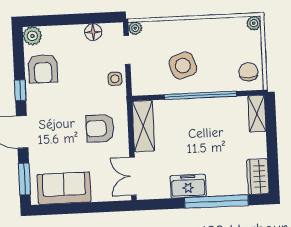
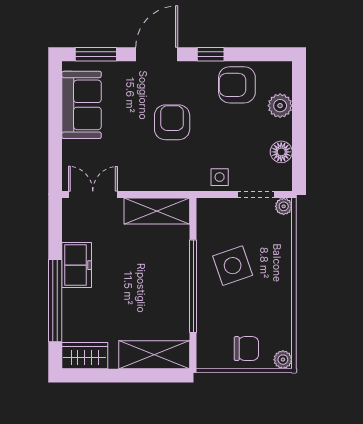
plant: (32, 36) -> (280, 106), moved
chair: (248, 72) -> (246, 349), moved
shelving: (257, 114) -> (154, 355), width x1.50, depth x1.33
armchair: (100, 128) -> (172, 122), moved

